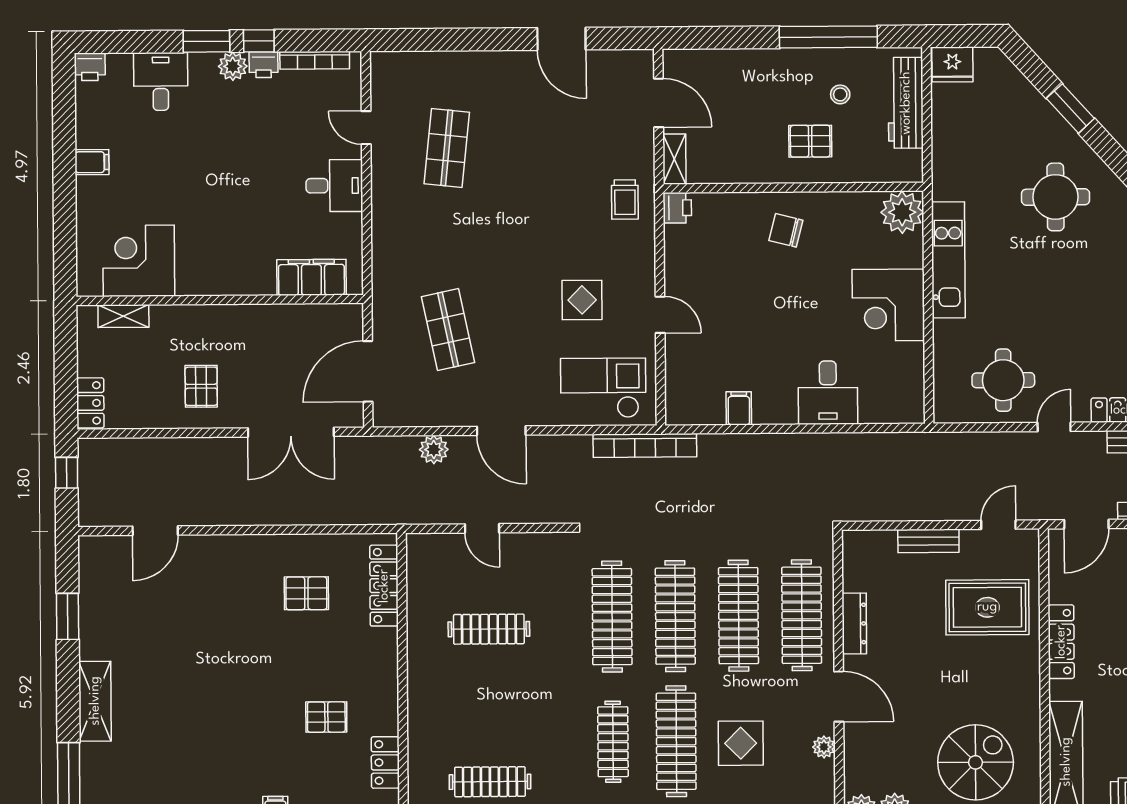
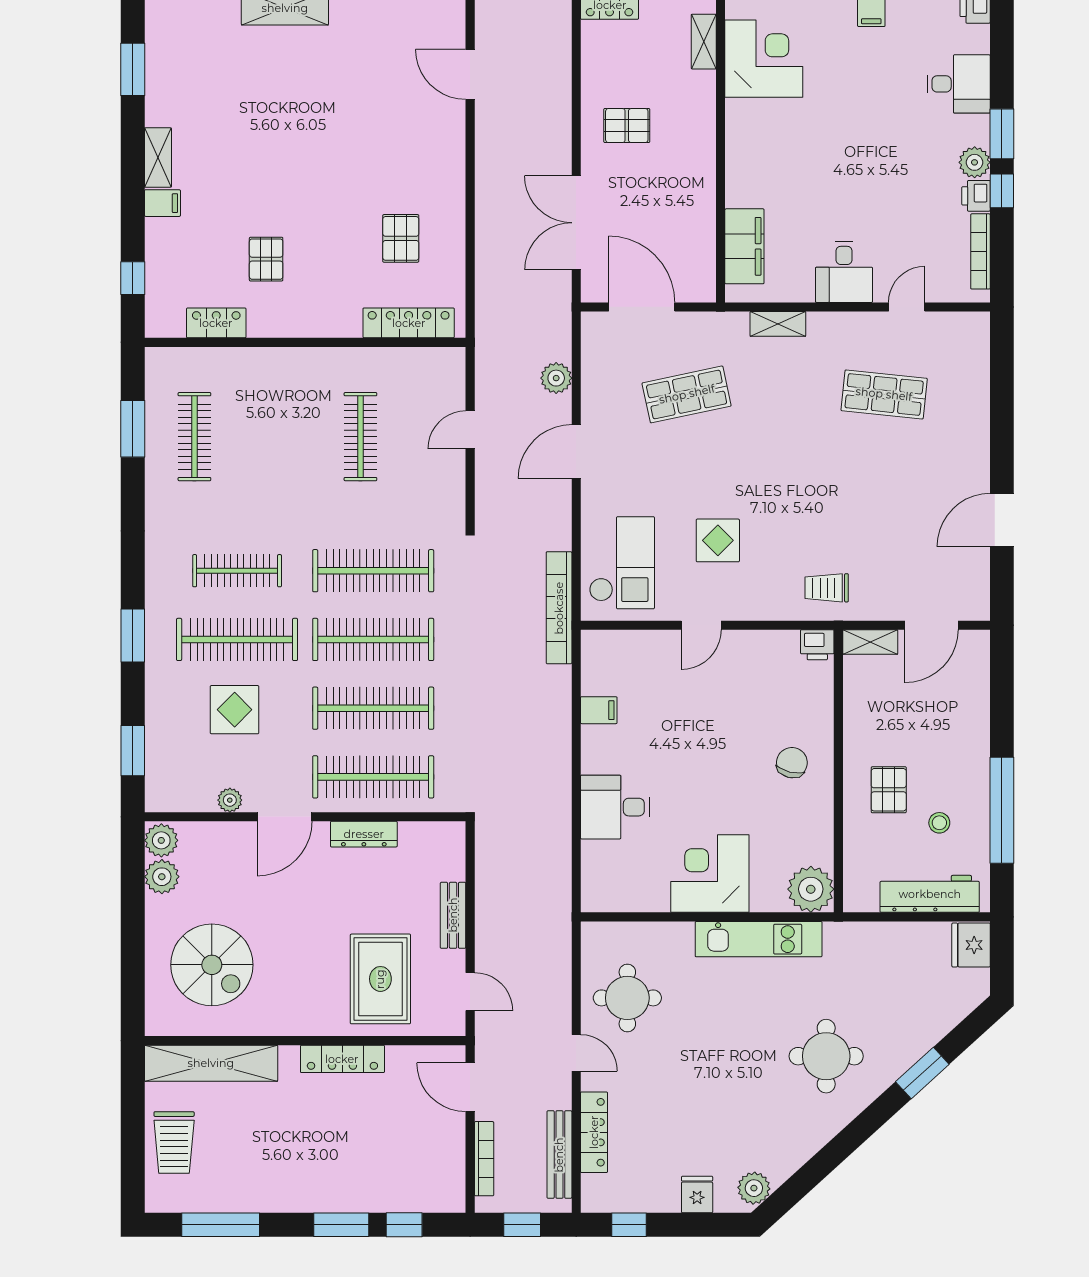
shelving: (383, 246) -> (778, 324), added

